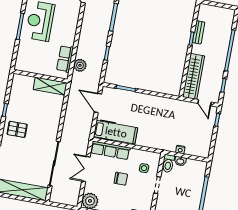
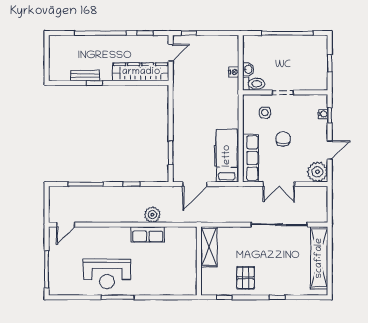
wall: (40, 76) -> (199, 261), moved
shelving: (50, 86) -> (209, 247), moved

